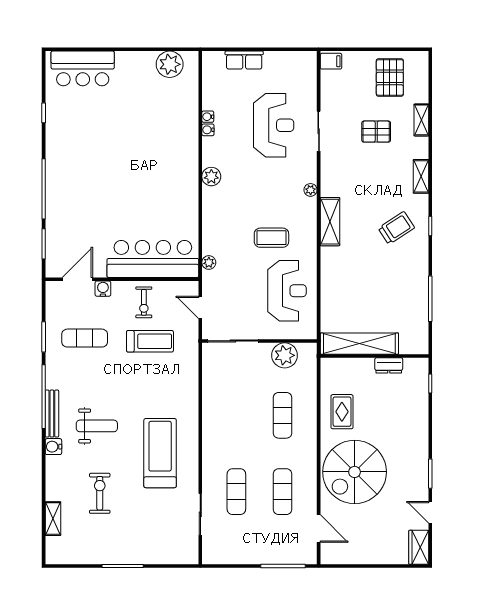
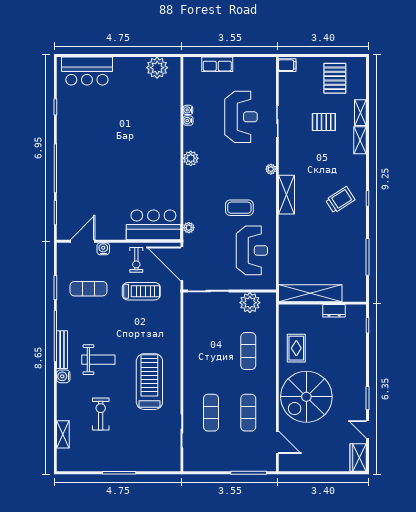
shelving: (421, 176) -> (360, 140), moved
bar counter: (153, 259) -> (153, 225), width x0.73
door: (200, 307) -> (182, 264), width x1.87

